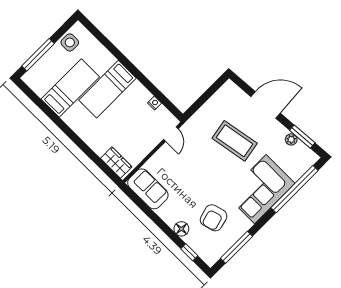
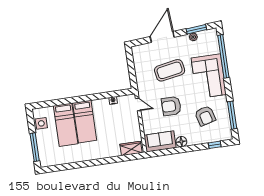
bed: (70, 88) -> (66, 125), moved, turned 180
armchair: (196, 172) -> (171, 106), added
floor lamp: (181, 229) -> (181, 142), moved

